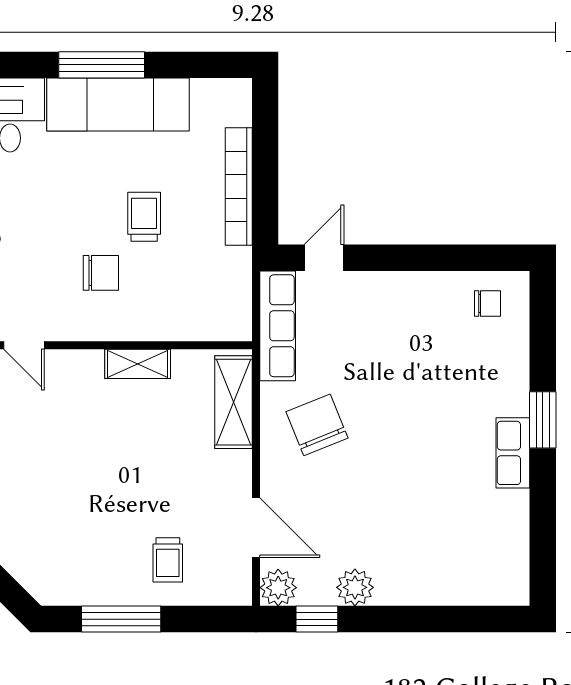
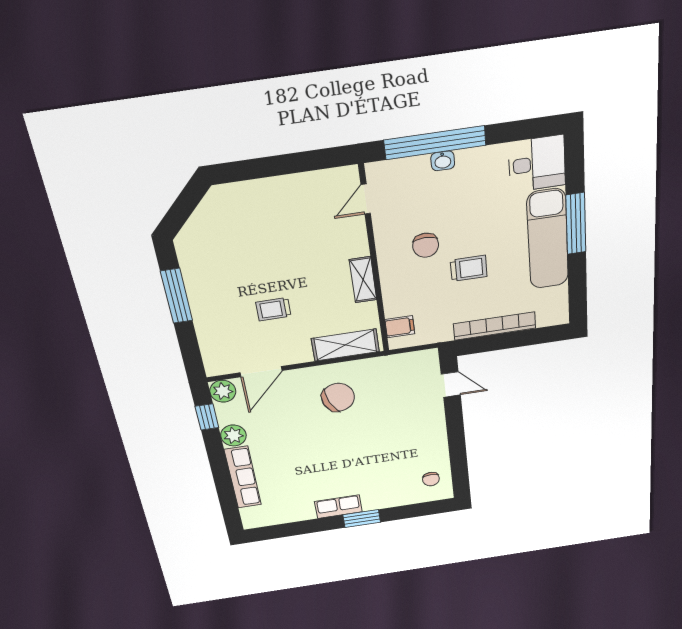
filing cabinet: (217, 322) -> (400, 327), added
row of seats: (278, 326) -> (243, 477), moved, turned -90
trolley: (168, 560) -> (273, 309), moved

